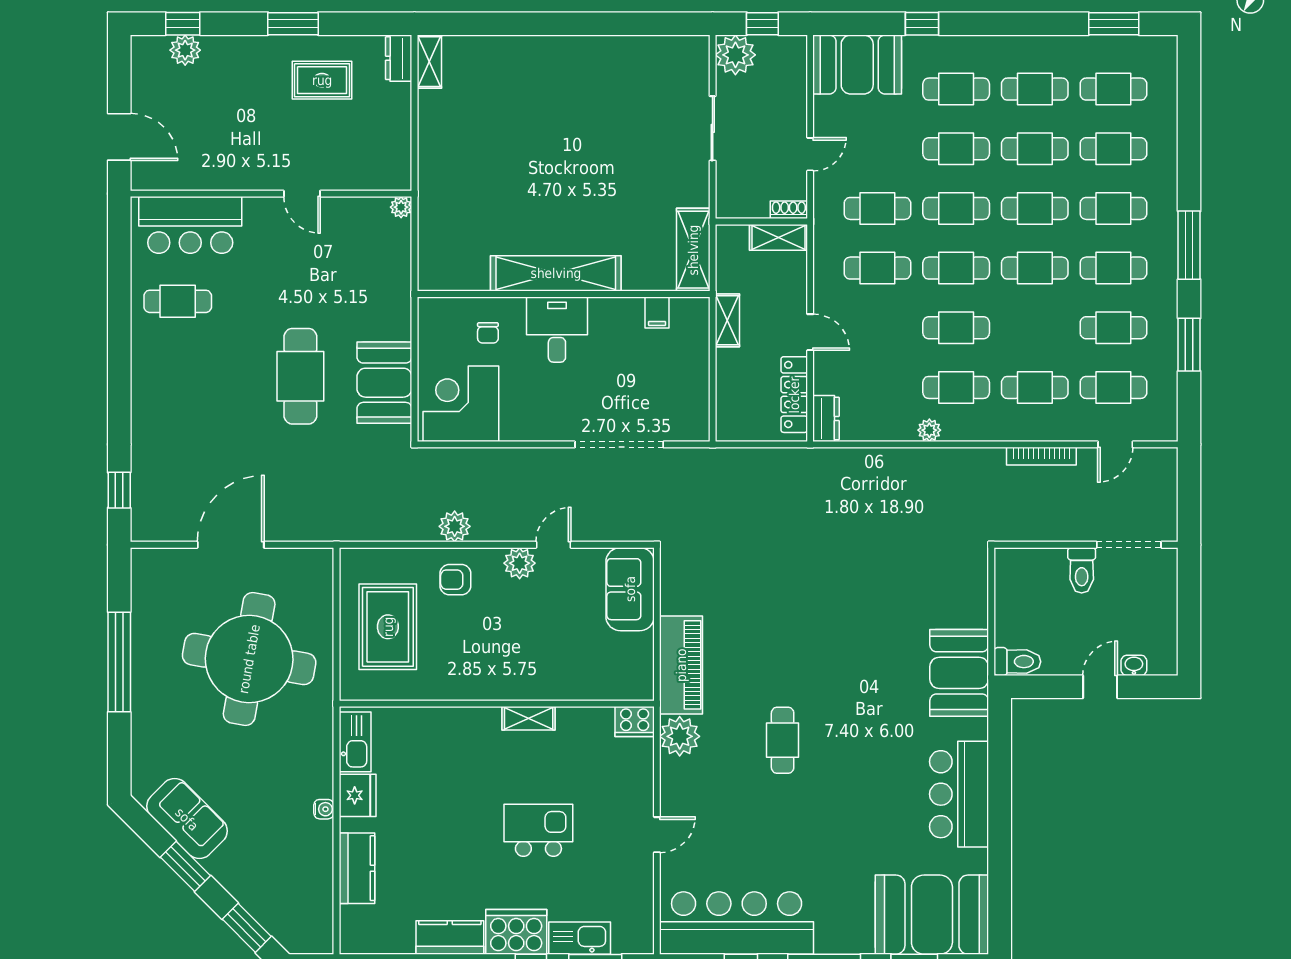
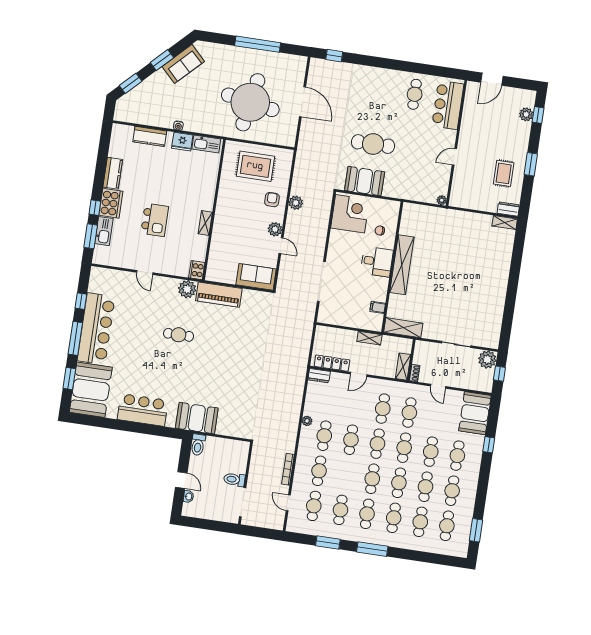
bar counter: (737, 923) -> (96, 329), moved

